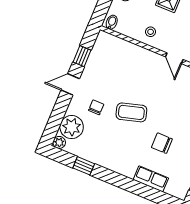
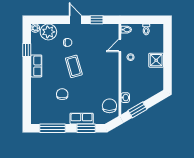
door: (174, 58) -> (120, 45), moved
row of seats: (151, 179) -> (36, 66), moved

